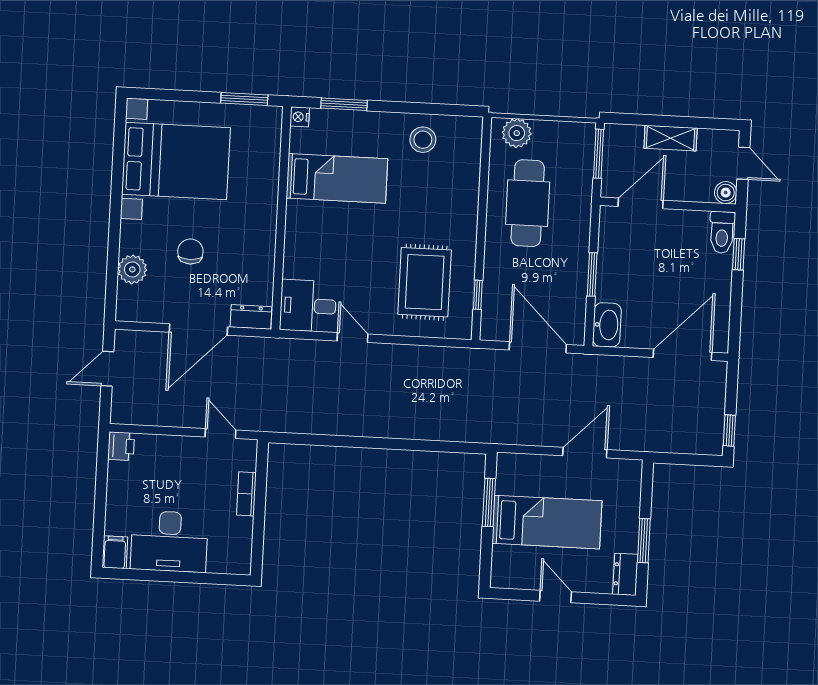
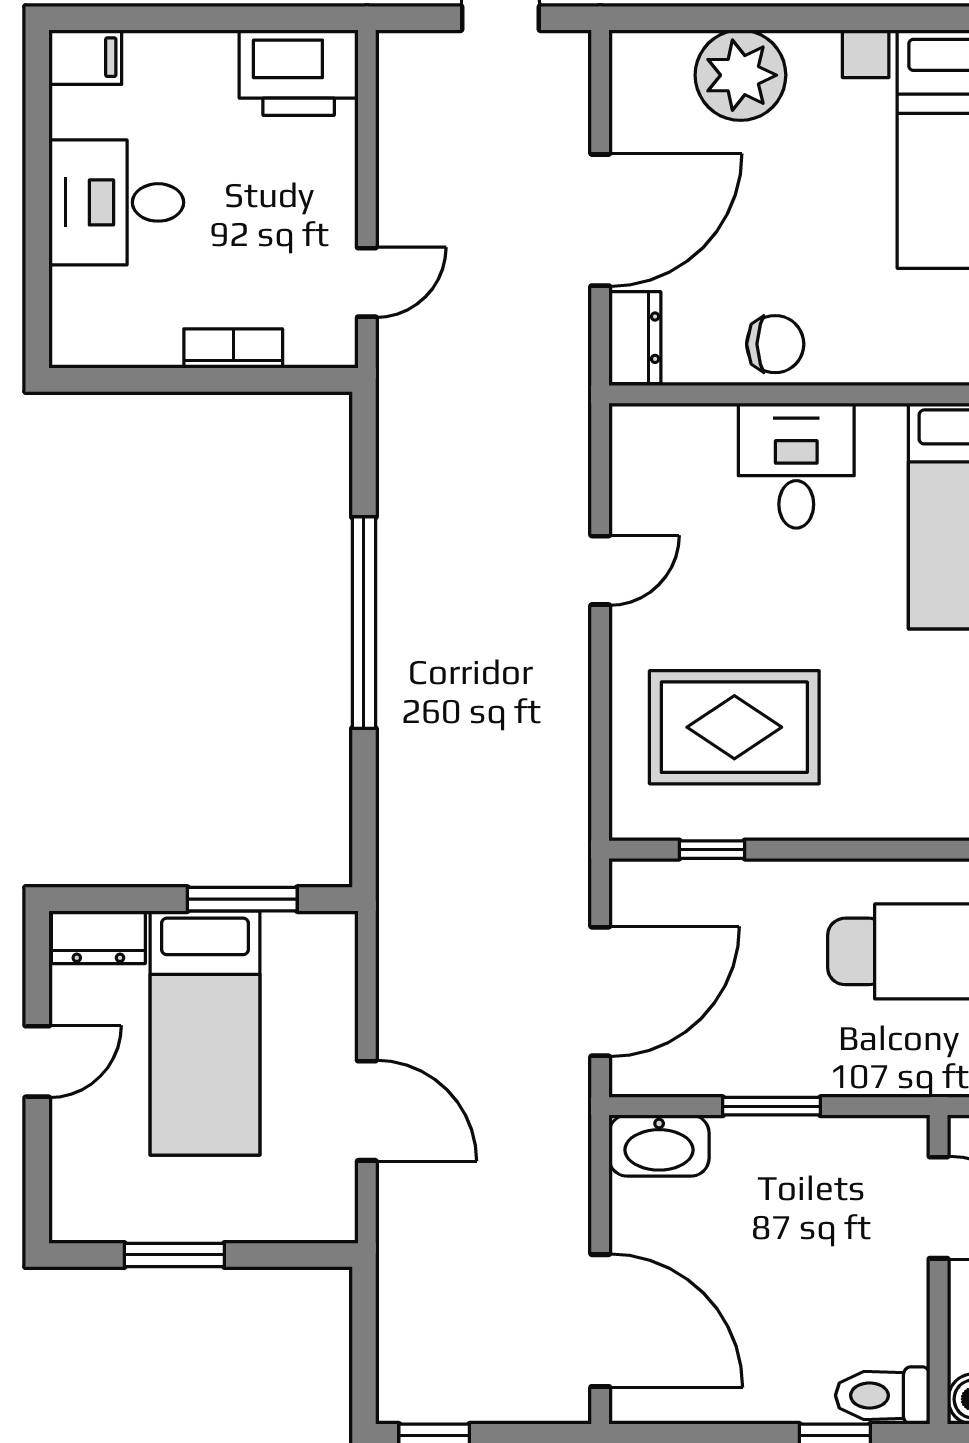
chair: (190, 251) -> (775, 344), moved
plant: (132, 269) -> (740, 75), width x1.36, depth x1.36
desk: (308, 306) -> (796, 466), moved
door: (198, 329) -> (600, 220), swing flipped
window: (370, 443) -> (364, 623), added
printer: (121, 446) -> (299, 73), width x1.87, depth x1.48
desk: (169, 541) -> (116, 202), width x0.73
dresser: (625, 574) -> (98, 937), moved, turned 180

